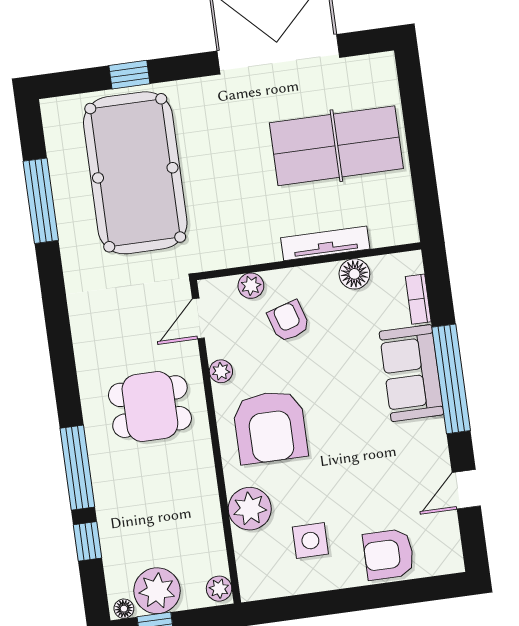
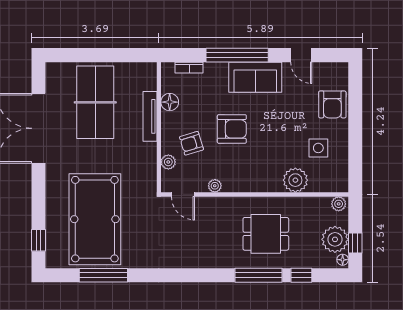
window: (129, 75) -> (38, 240), moved
pool table: (135, 173) -> (95, 219), turned 90
sofa: (411, 373) -> (255, 77), moved
dining table: (150, 407) -> (266, 234), moved, turned 90
armchair: (270, 427) -> (232, 129), moved, width x0.73, depth x0.73

